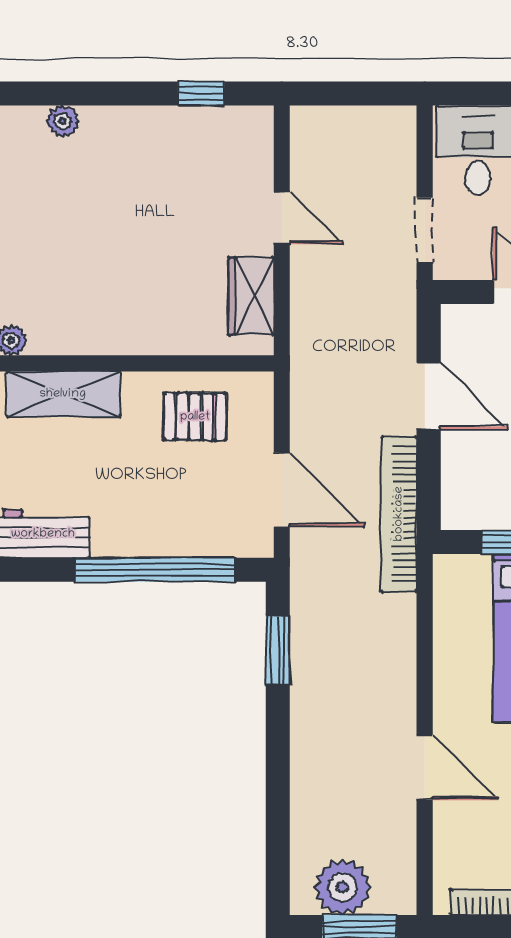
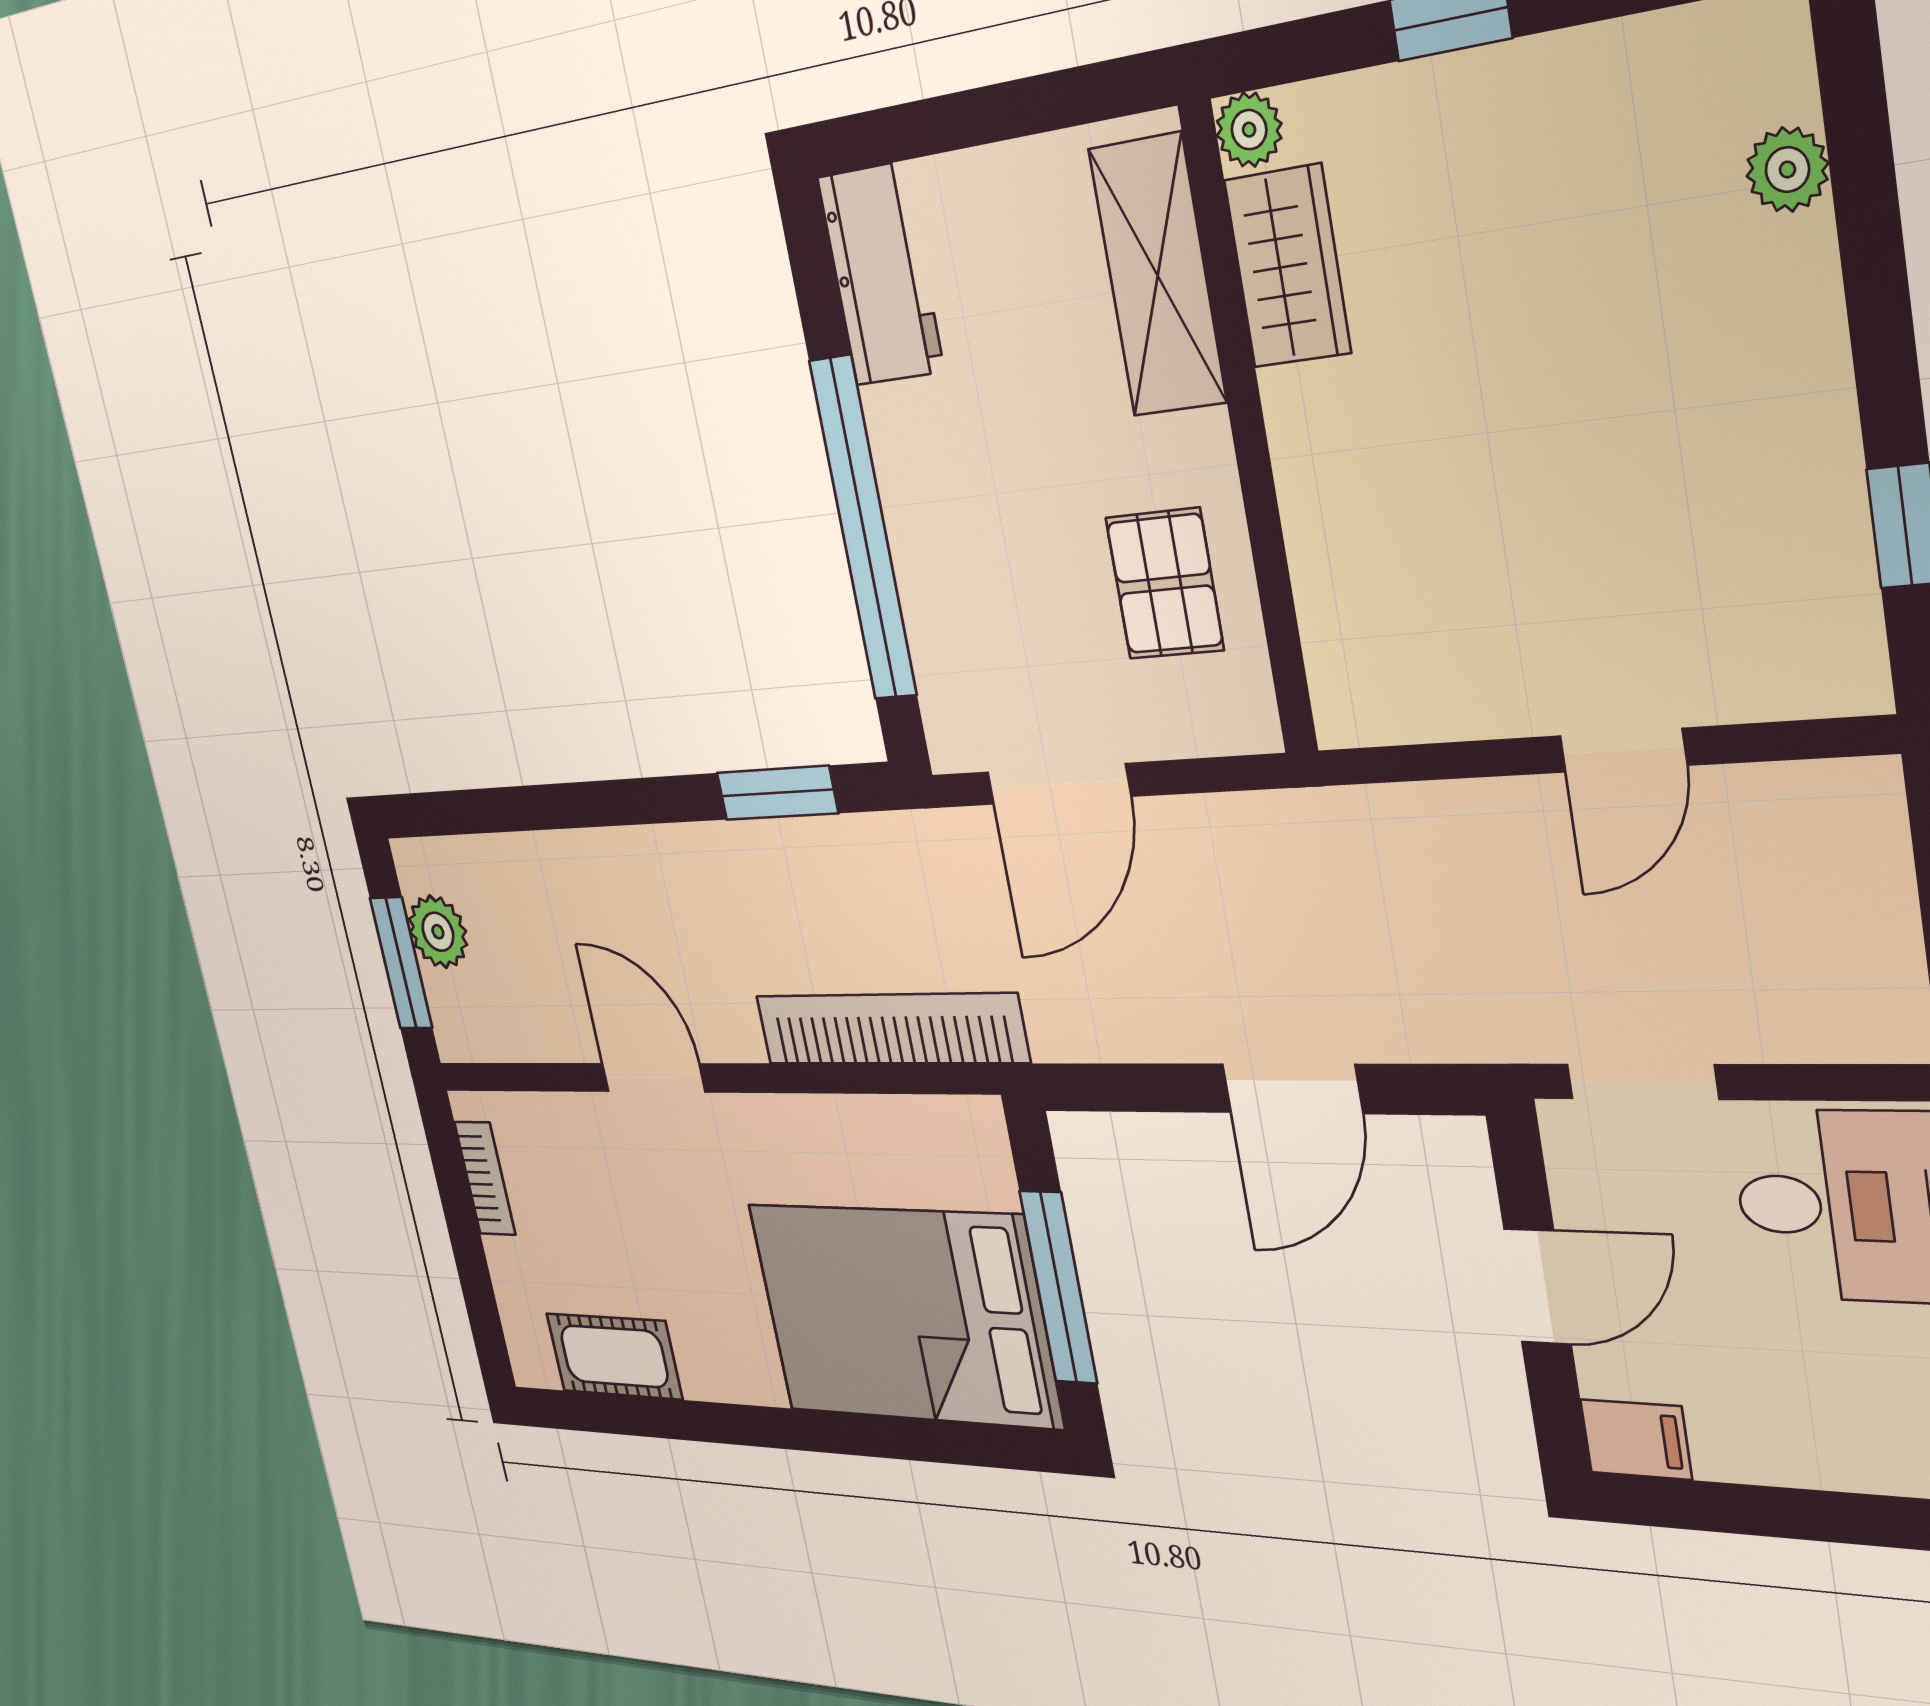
wardrobe: (251, 296) -> (1288, 266), moved, turned 90
bookcase: (399, 514) -> (890, 1029), moved
door: (425, 767) -> (653, 1078), swing flipped
plant: (342, 887) -> (438, 932), width x0.73, depth x0.73

